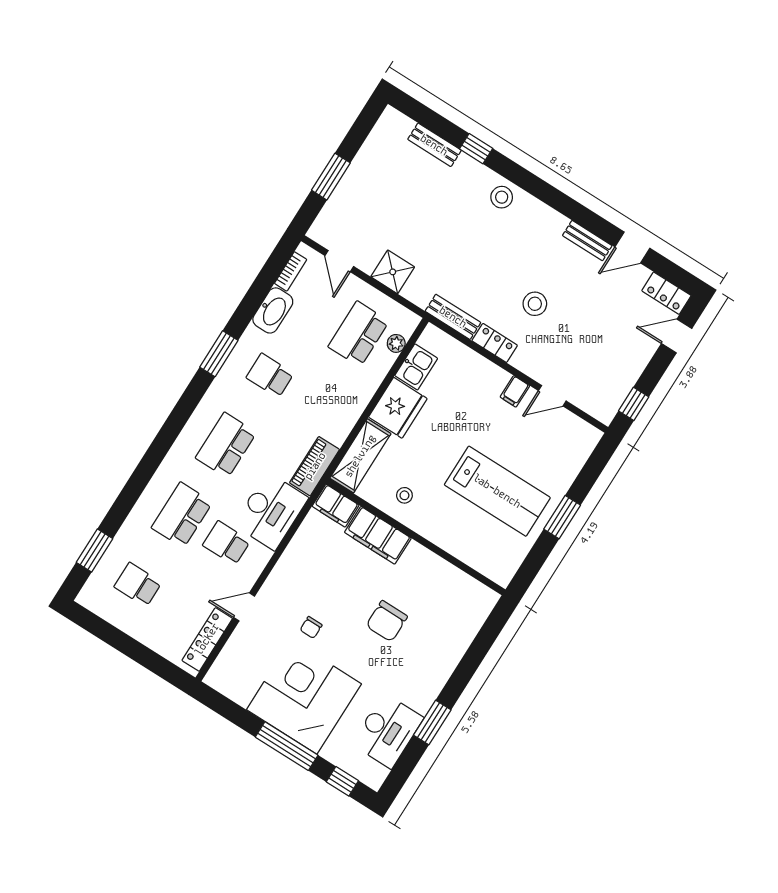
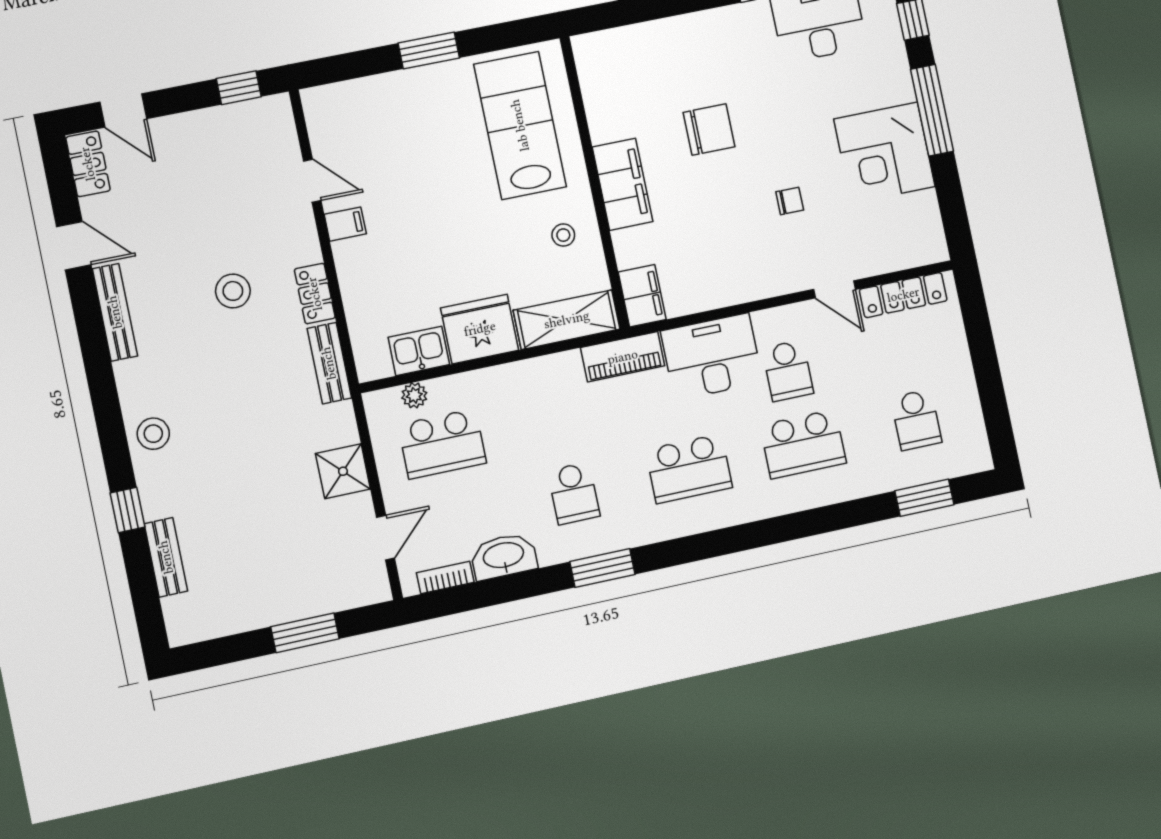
bench: (587, 241) -> (115, 312), width x1.36
lab bench: (497, 491) -> (520, 125), moved
filing cabinet: (378, 535) -> (622, 184), moved
corner desk: (304, 697) -> (884, 153), width x0.74, depth x0.74

